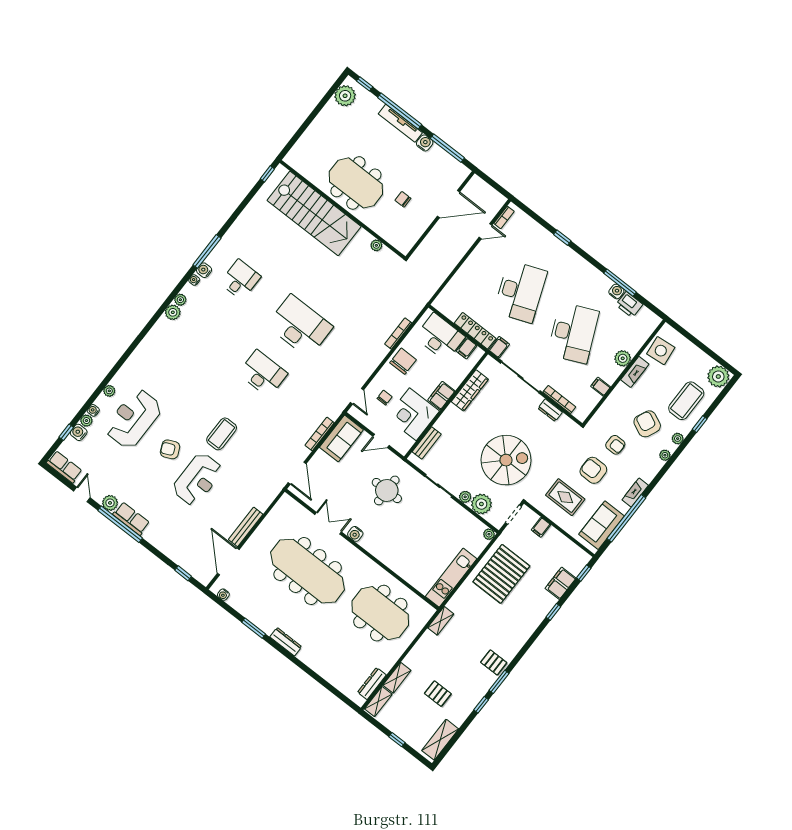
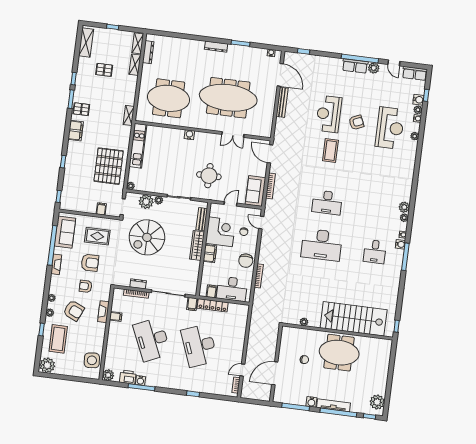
plant: (623, 358) -> (108, 375), moved
fireplace: (635, 372) -> (103, 312), moved
wardrobe: (470, 390) -> (197, 245), moved
water cooler: (355, 534) -> (189, 135), moved
filing cabinet: (561, 583) -> (76, 131), moved

